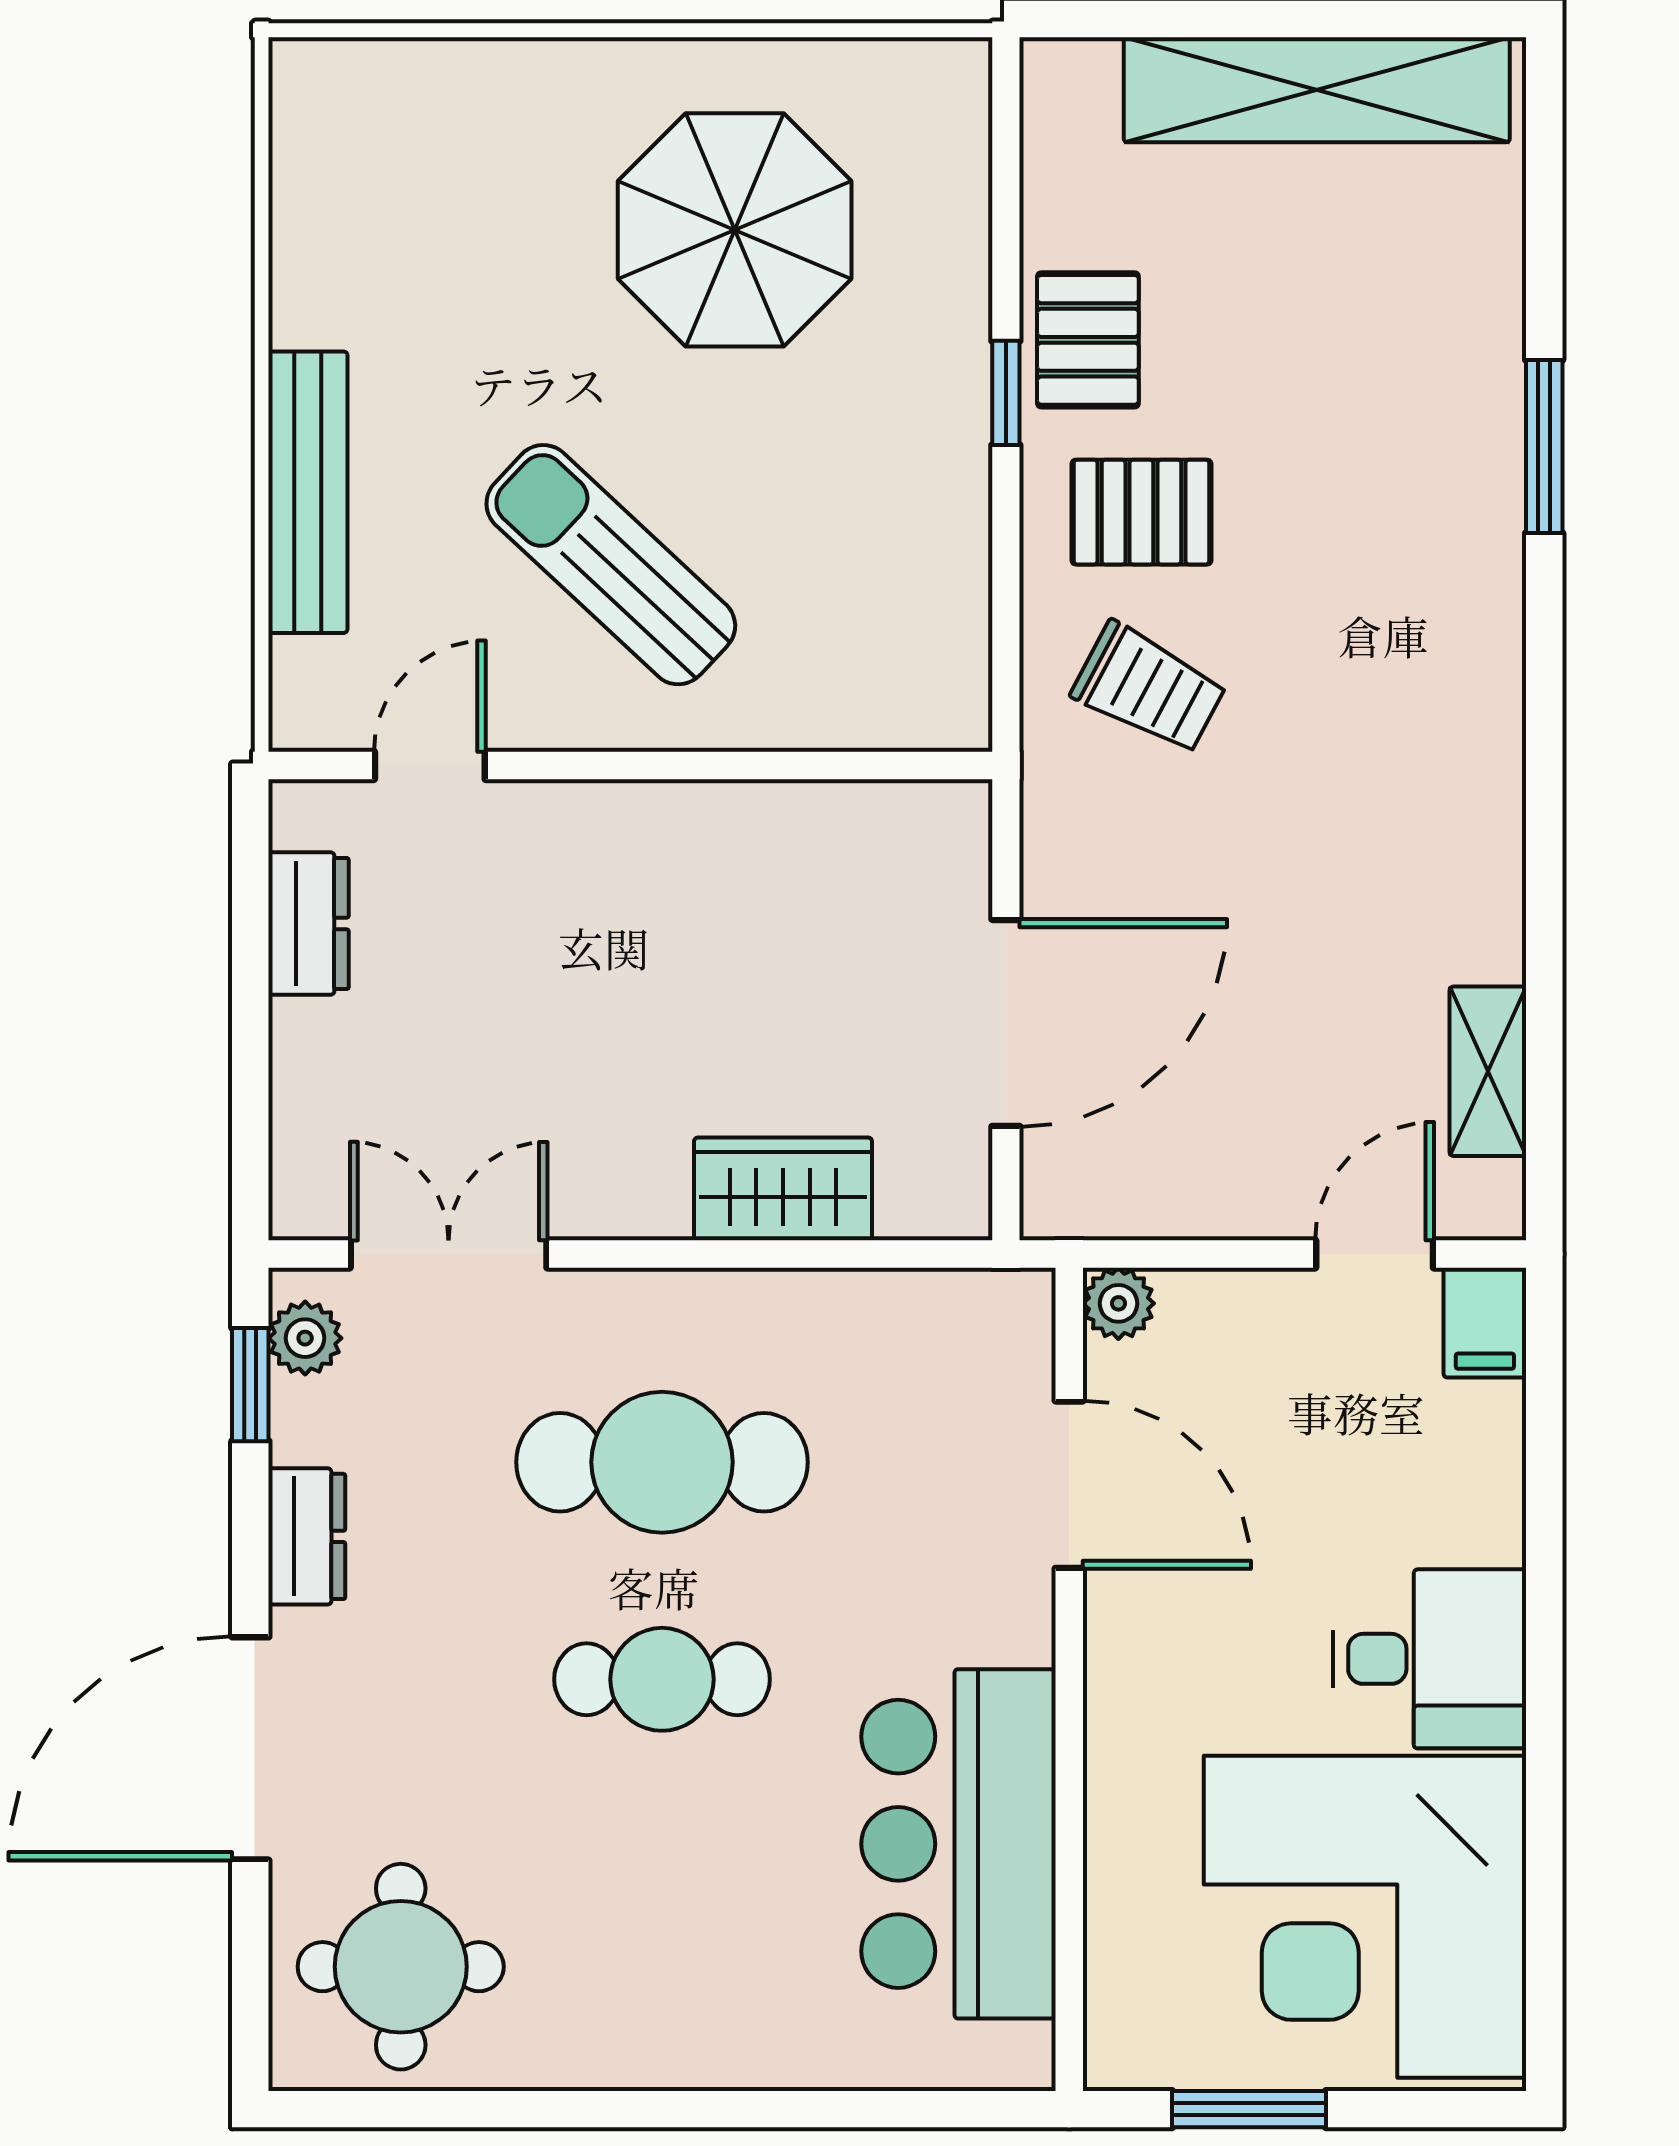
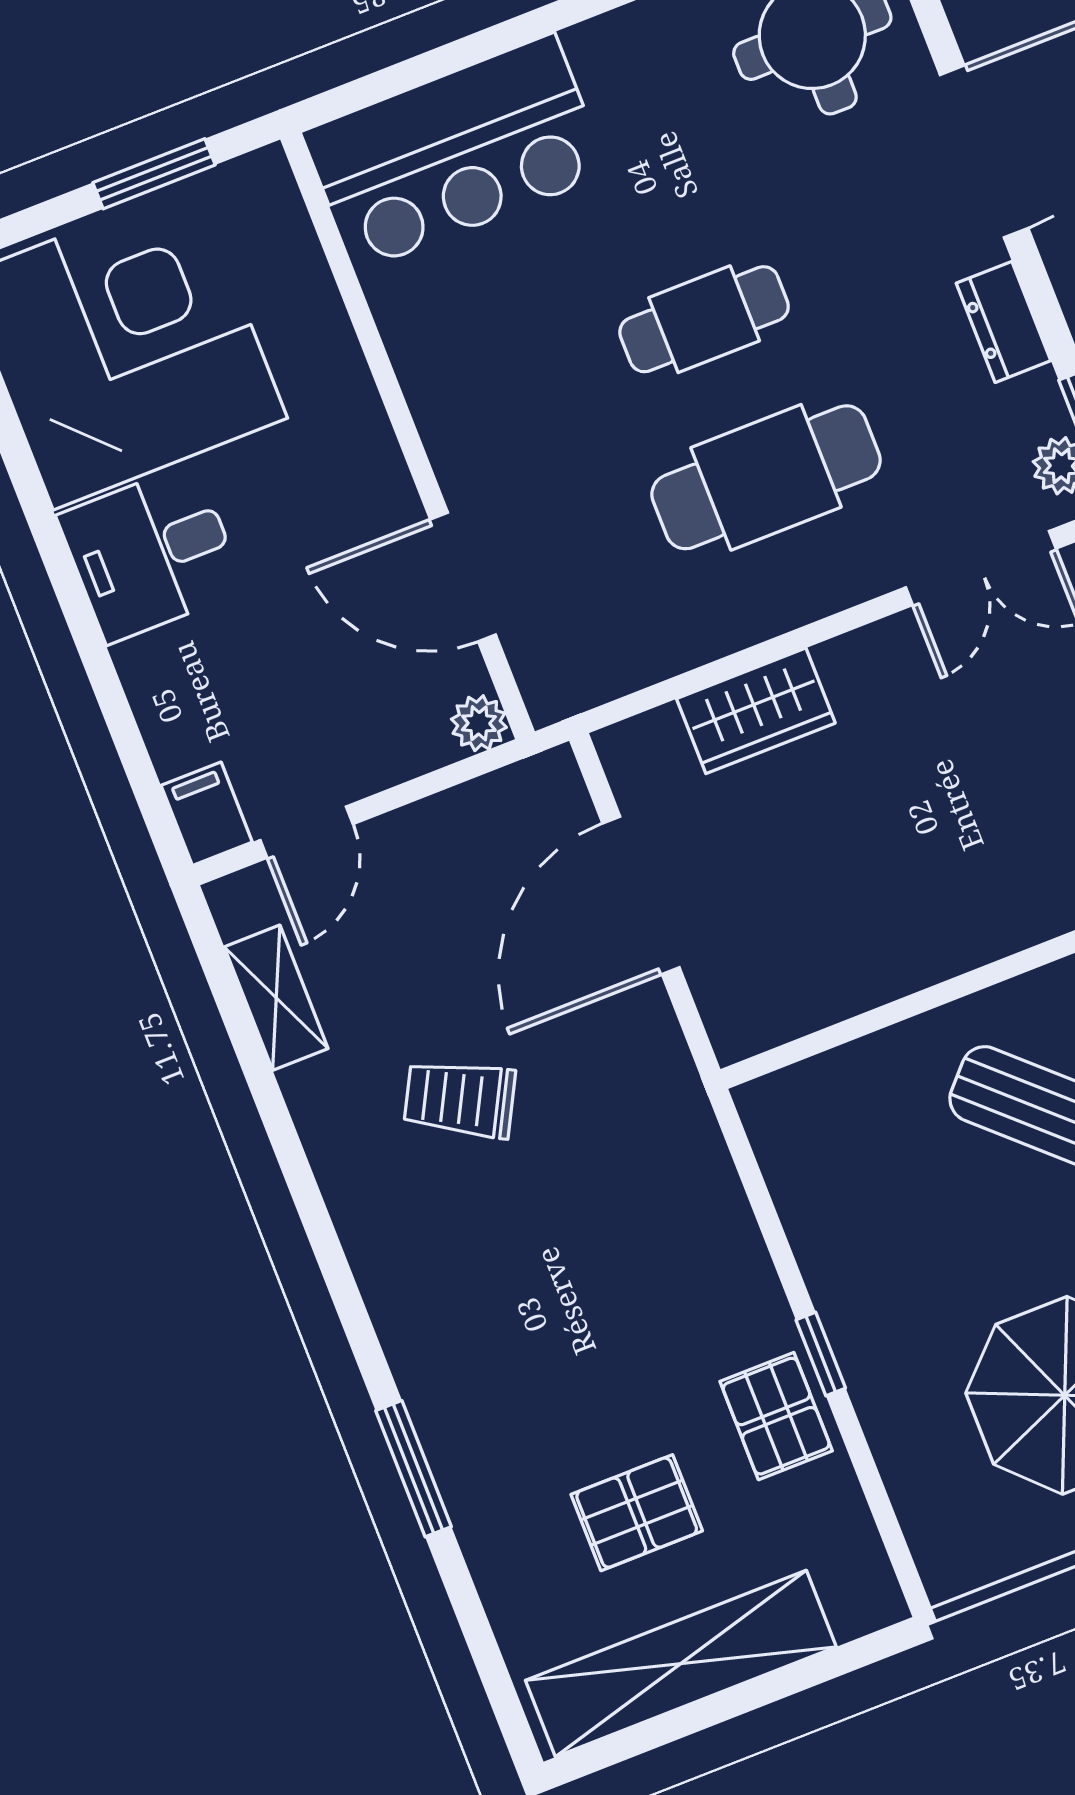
pallet: (1141, 512) -> (637, 1513), moved
trolley: (1149, 688) -> (460, 1099), moved
bar counter: (958, 1844) -> (455, 153), moved, turned 90

